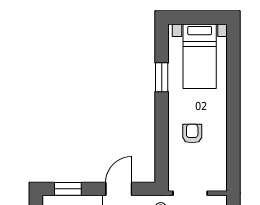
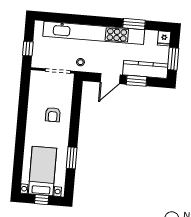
window: (198, 17) -> (42, 200), added
window: (68, 189) -> (137, 81), moved

